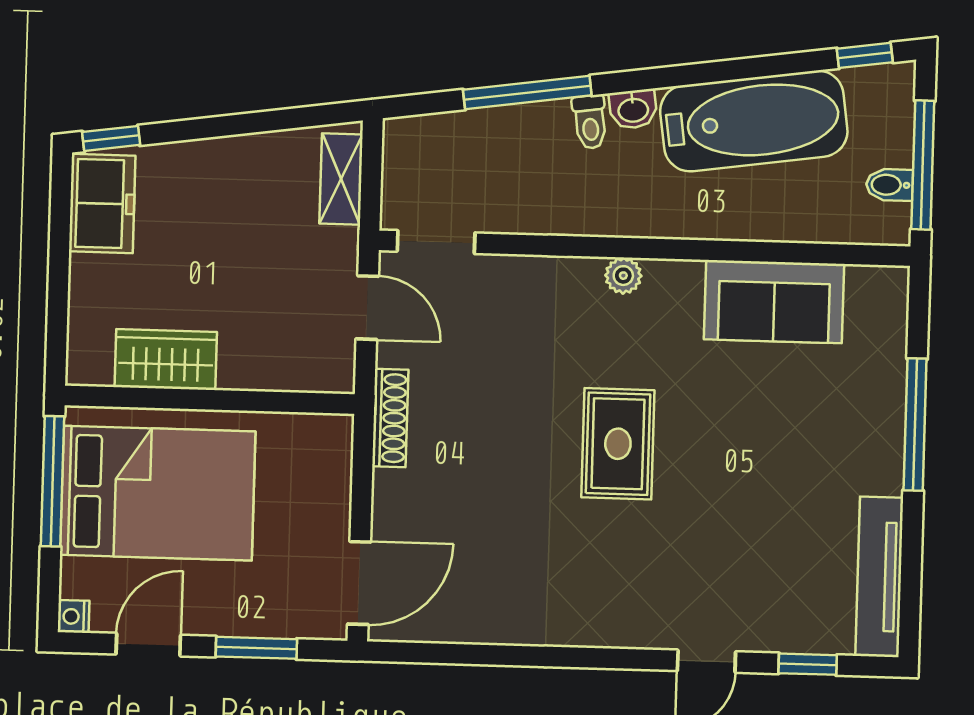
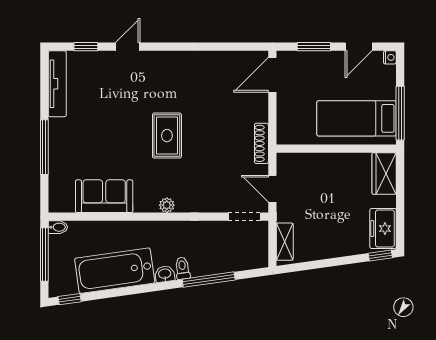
bidet: (889, 185) -> (58, 227), moved
wardrobe: (166, 360) -> (384, 173), moved, turned 90
bed: (158, 493) -> (357, 118), width x0.67

